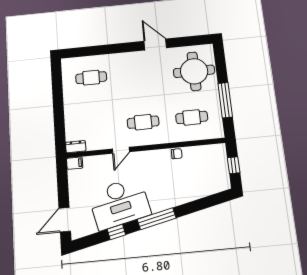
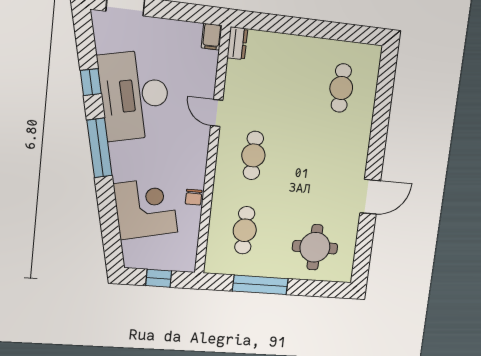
round table: (194, 71) -> (315, 247), width x0.73, depth x0.73
corner desk: (190, 182) -> (146, 208), added

